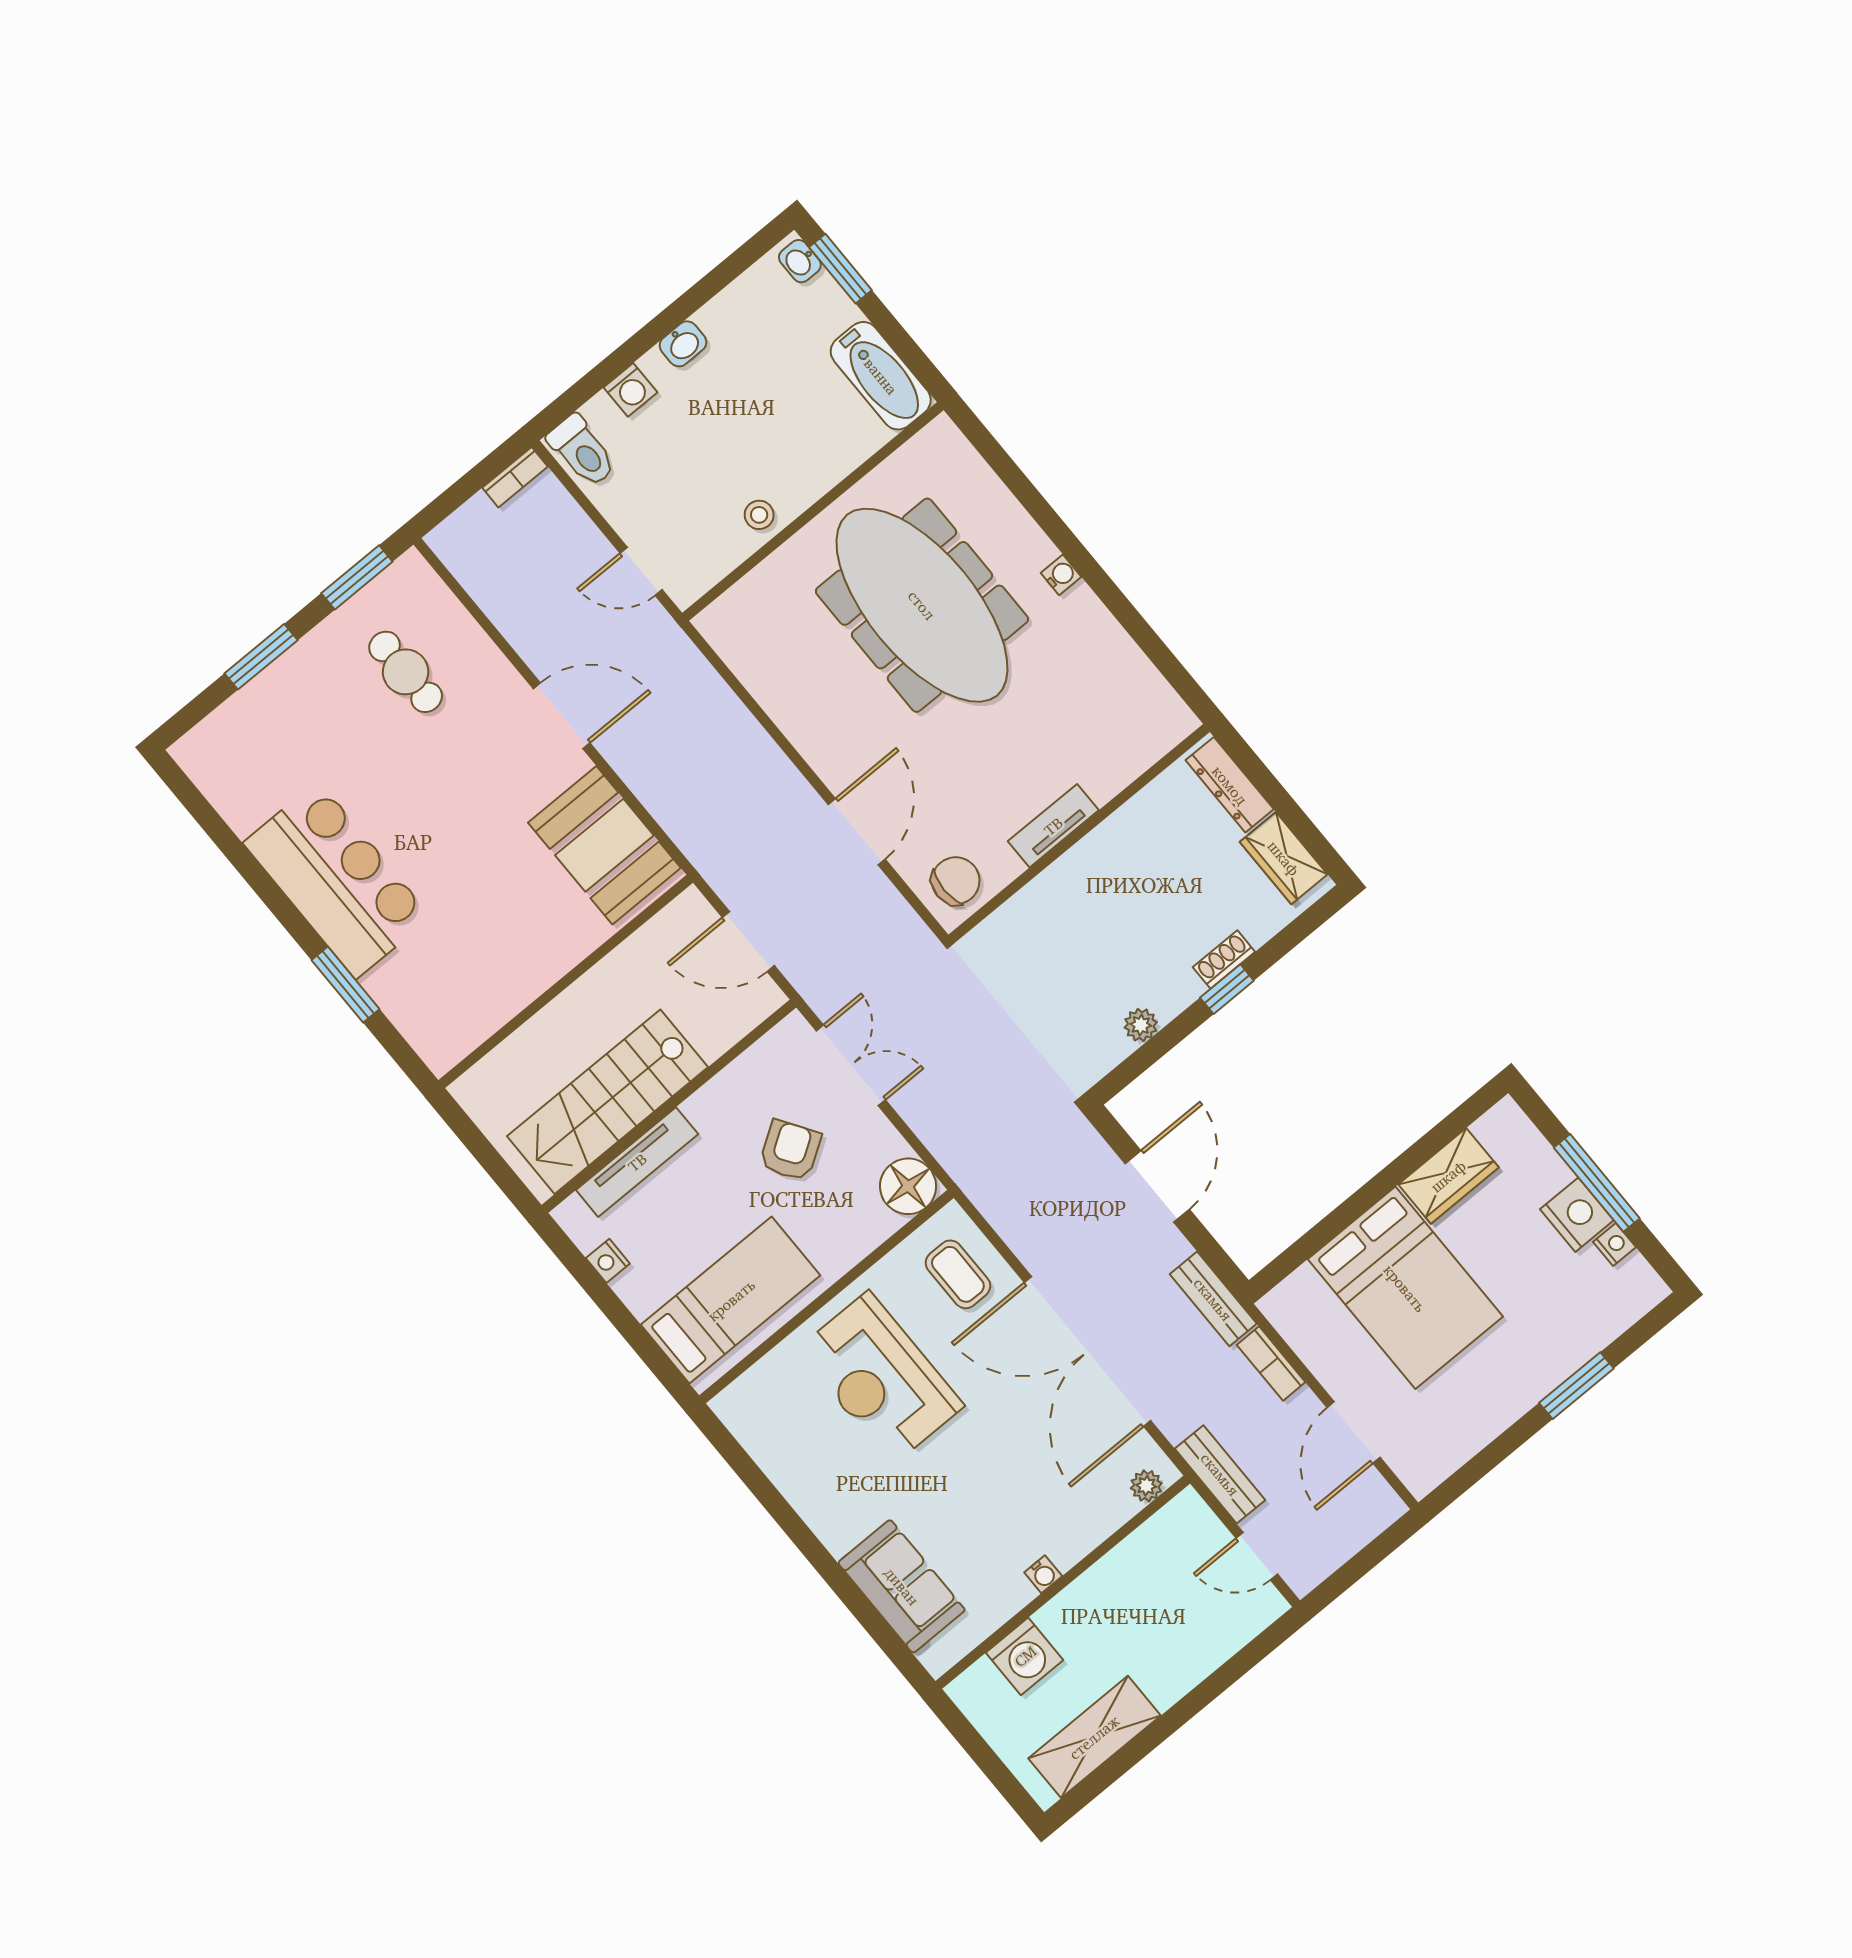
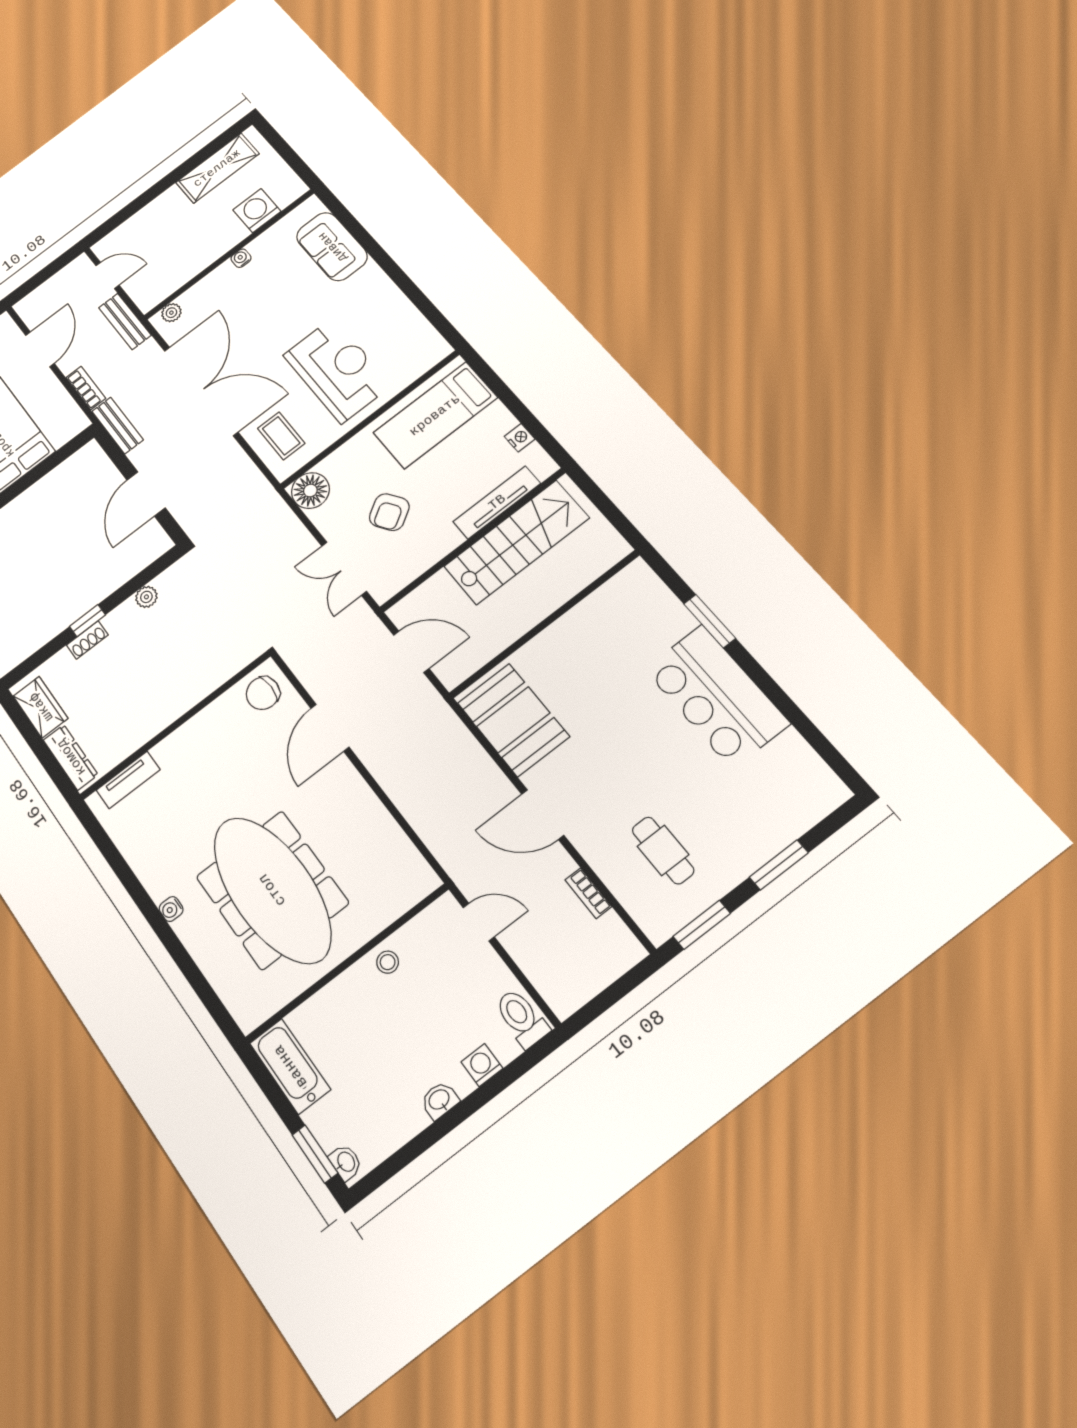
bookcase: (515, 477) -> (588, 893), moved, turned -90
tv unit: (1053, 826) -> (128, 780), moved

